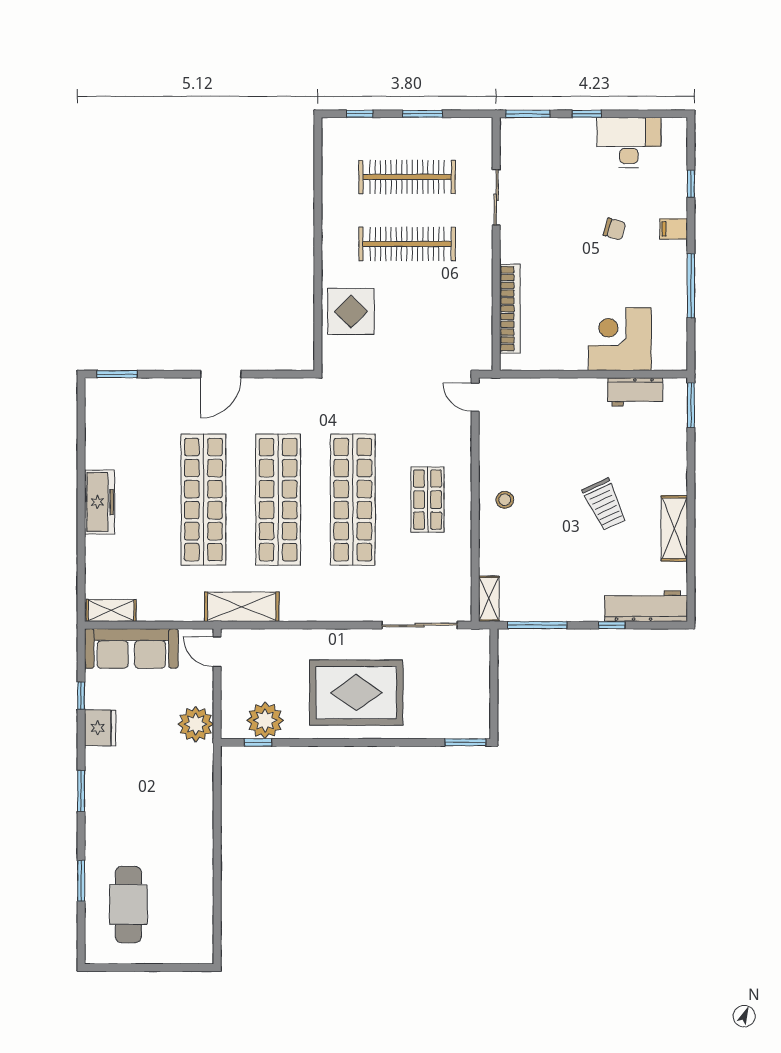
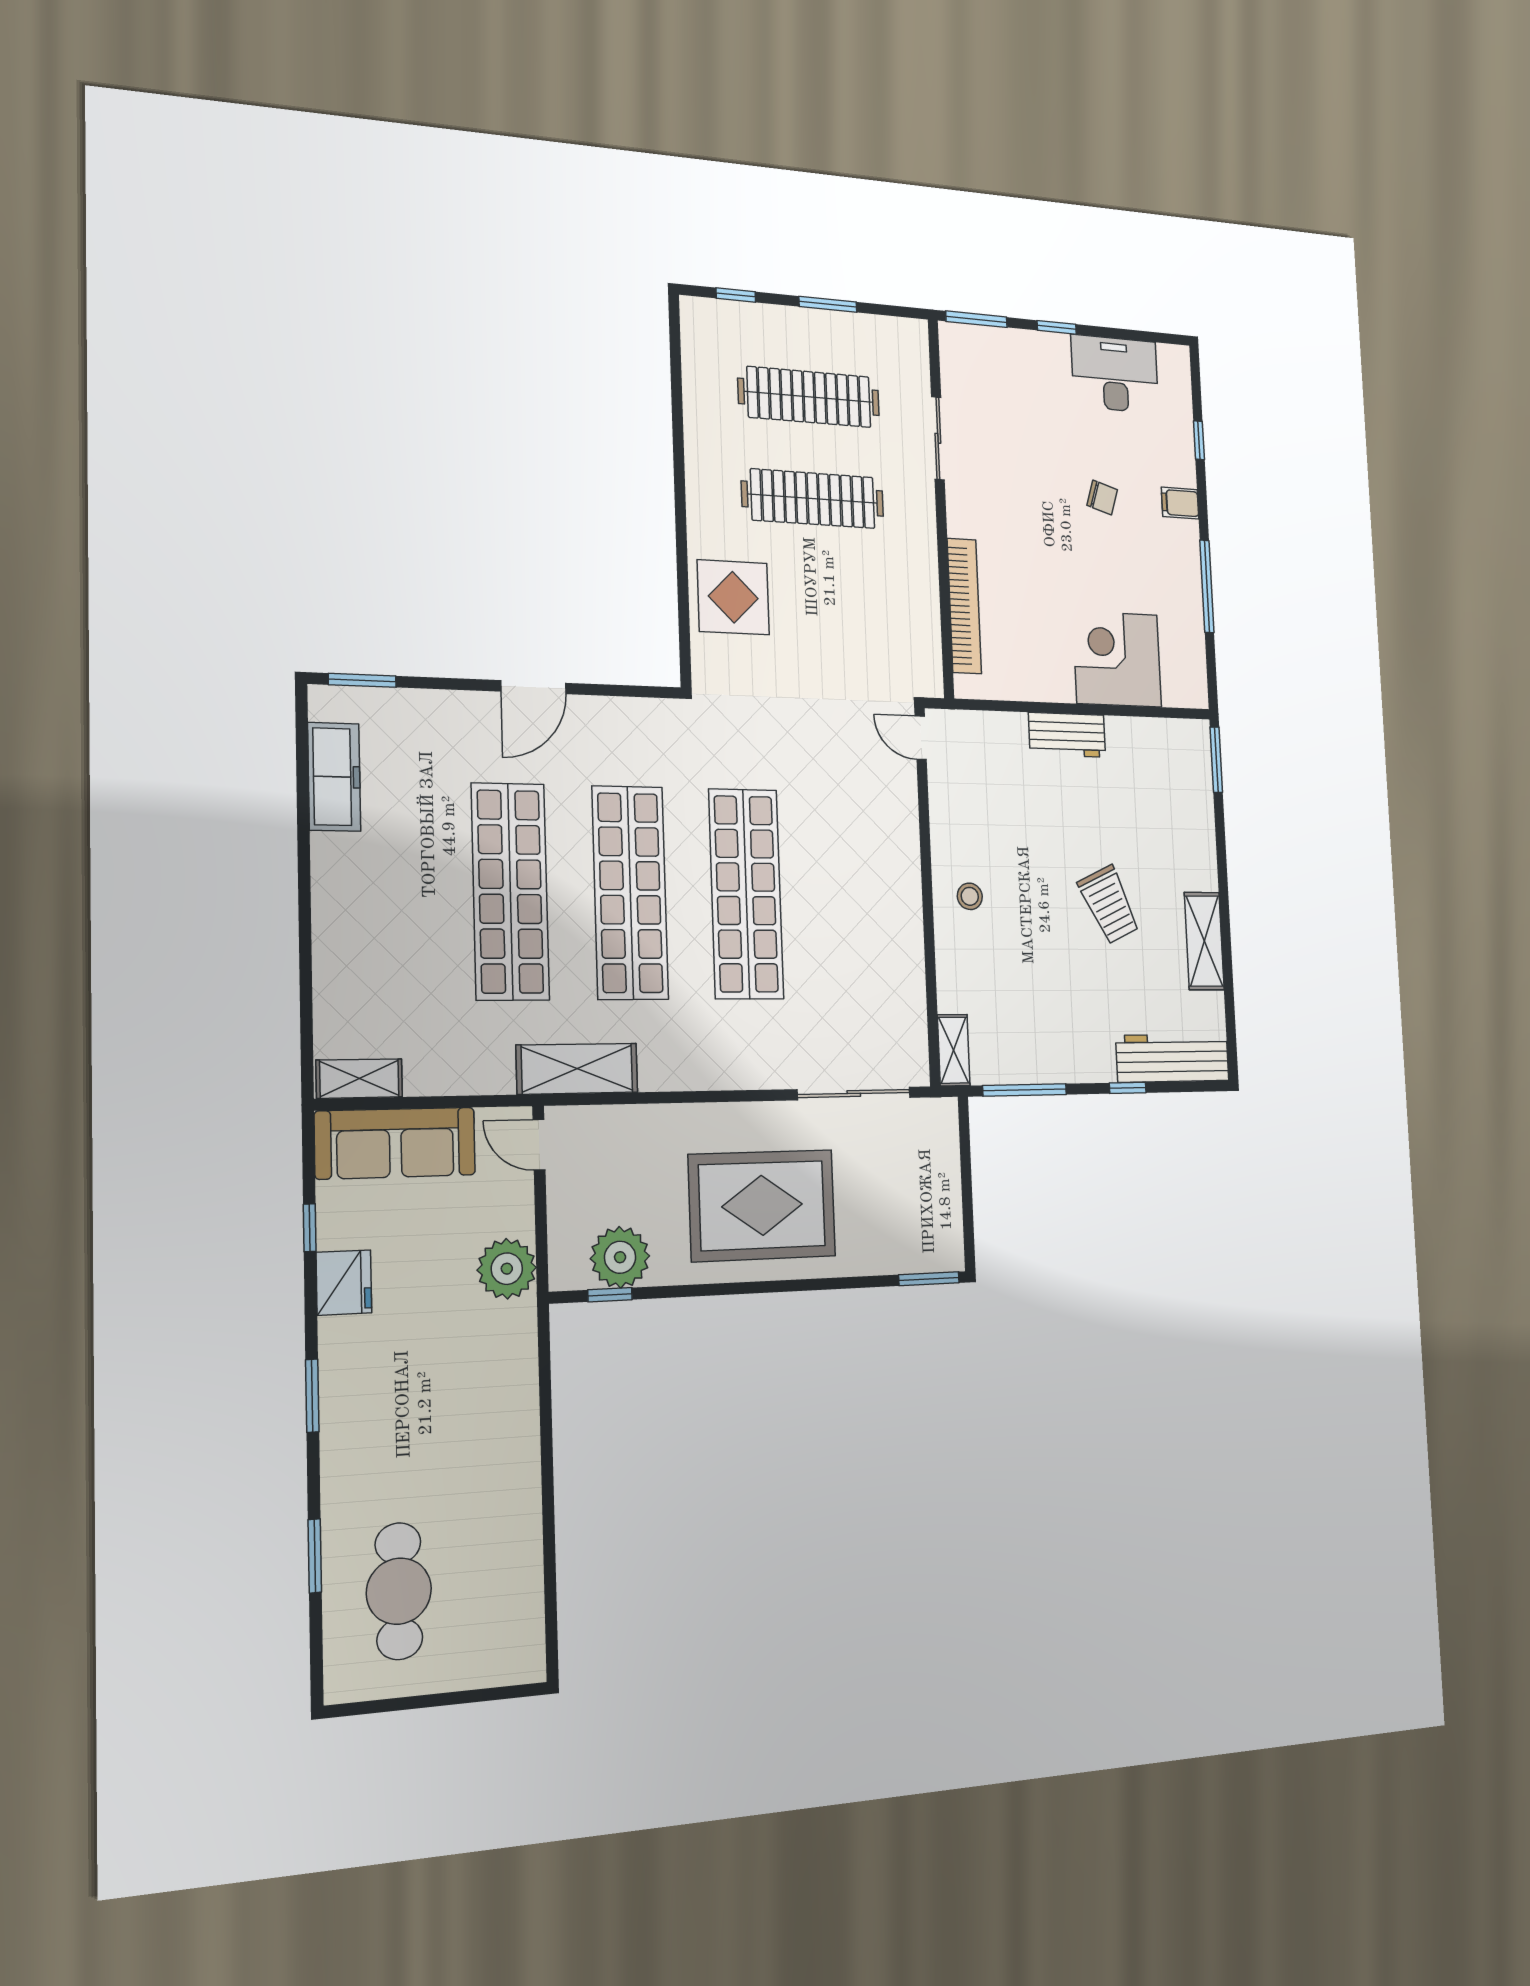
workbench: (635, 392) -> (1067, 735), moved
shop shelf: (428, 500) -> (858, 895), removed
freezer: (99, 502) -> (334, 777), moved

